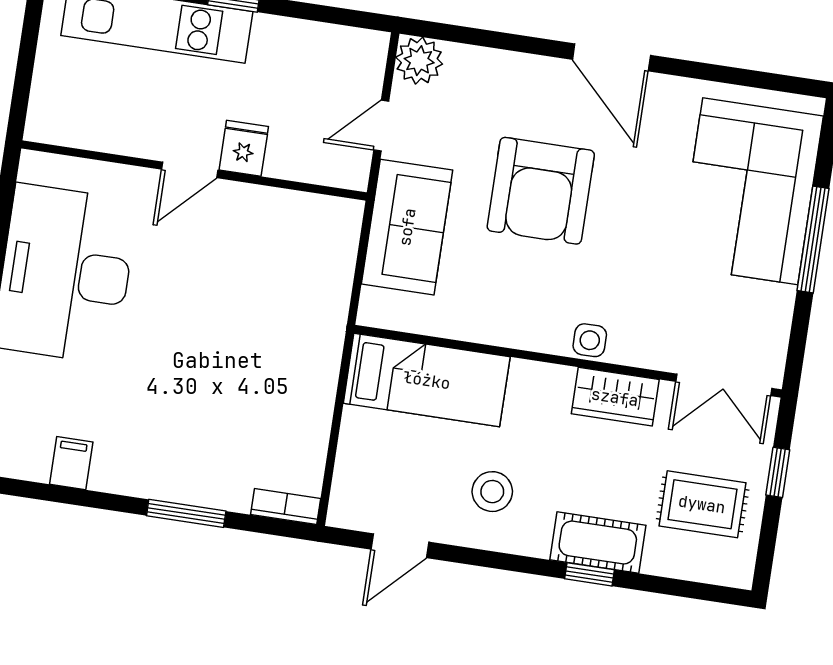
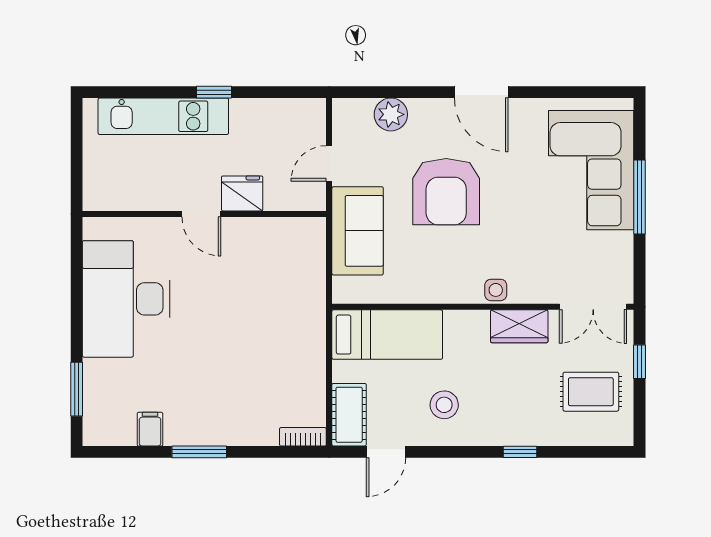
plant: (419, 61) -> (391, 114), moved
fridge: (244, 148) -> (242, 193), width x1.38
door: (190, 170) -> (201, 214), hinge flipped
window: (186, 513) -> (199, 452), moved
cot: (598, 543) -> (349, 415), moved, turned 90

